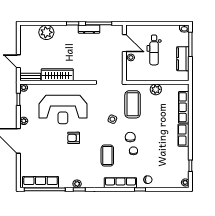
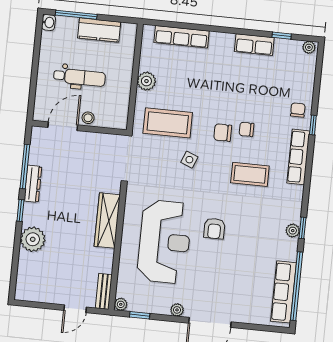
plant: (46, 32) -> (33, 239), moved
wardrobe: (57, 75) -> (107, 220), moved
row of seats: (184, 135) -> (254, 45), moved

